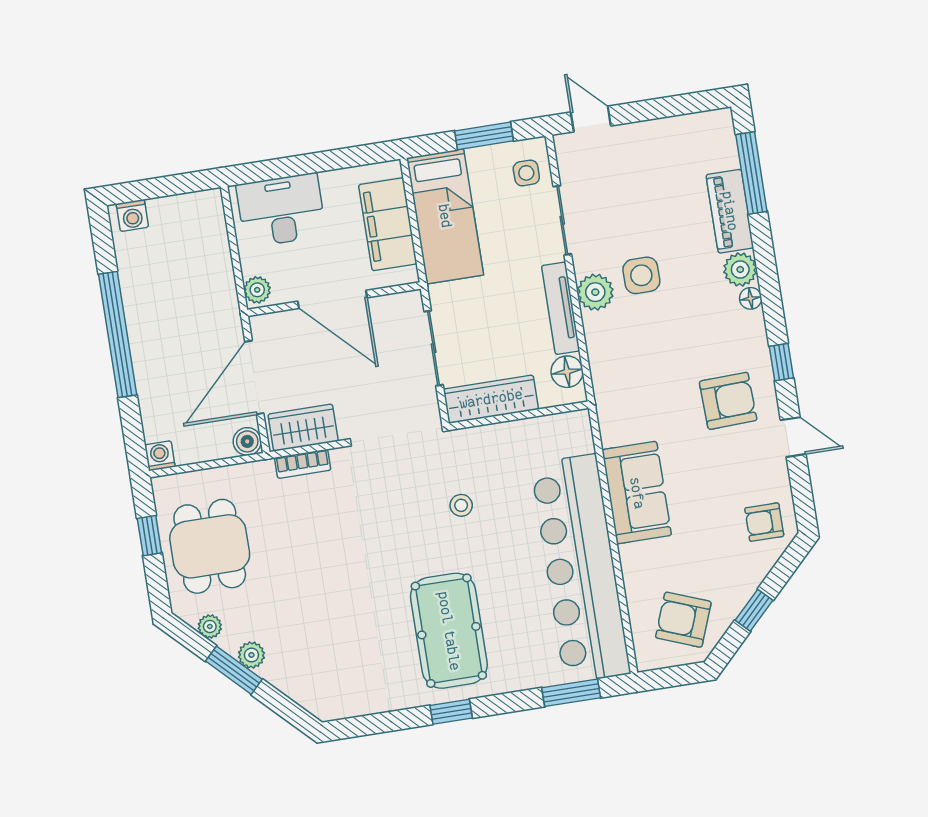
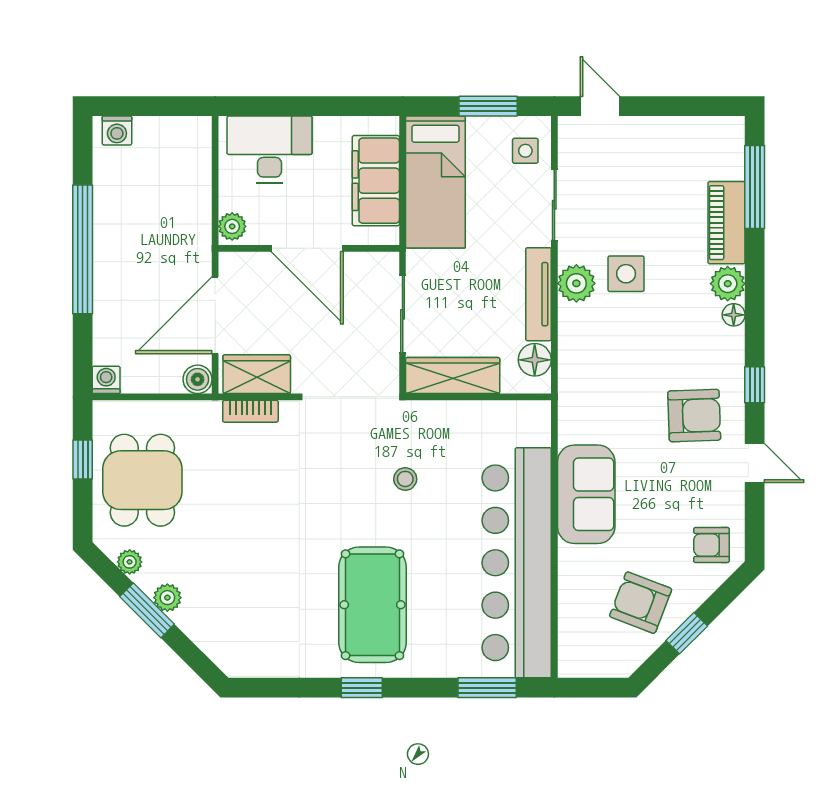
armchair: (683, 620) -> (641, 603), moved

